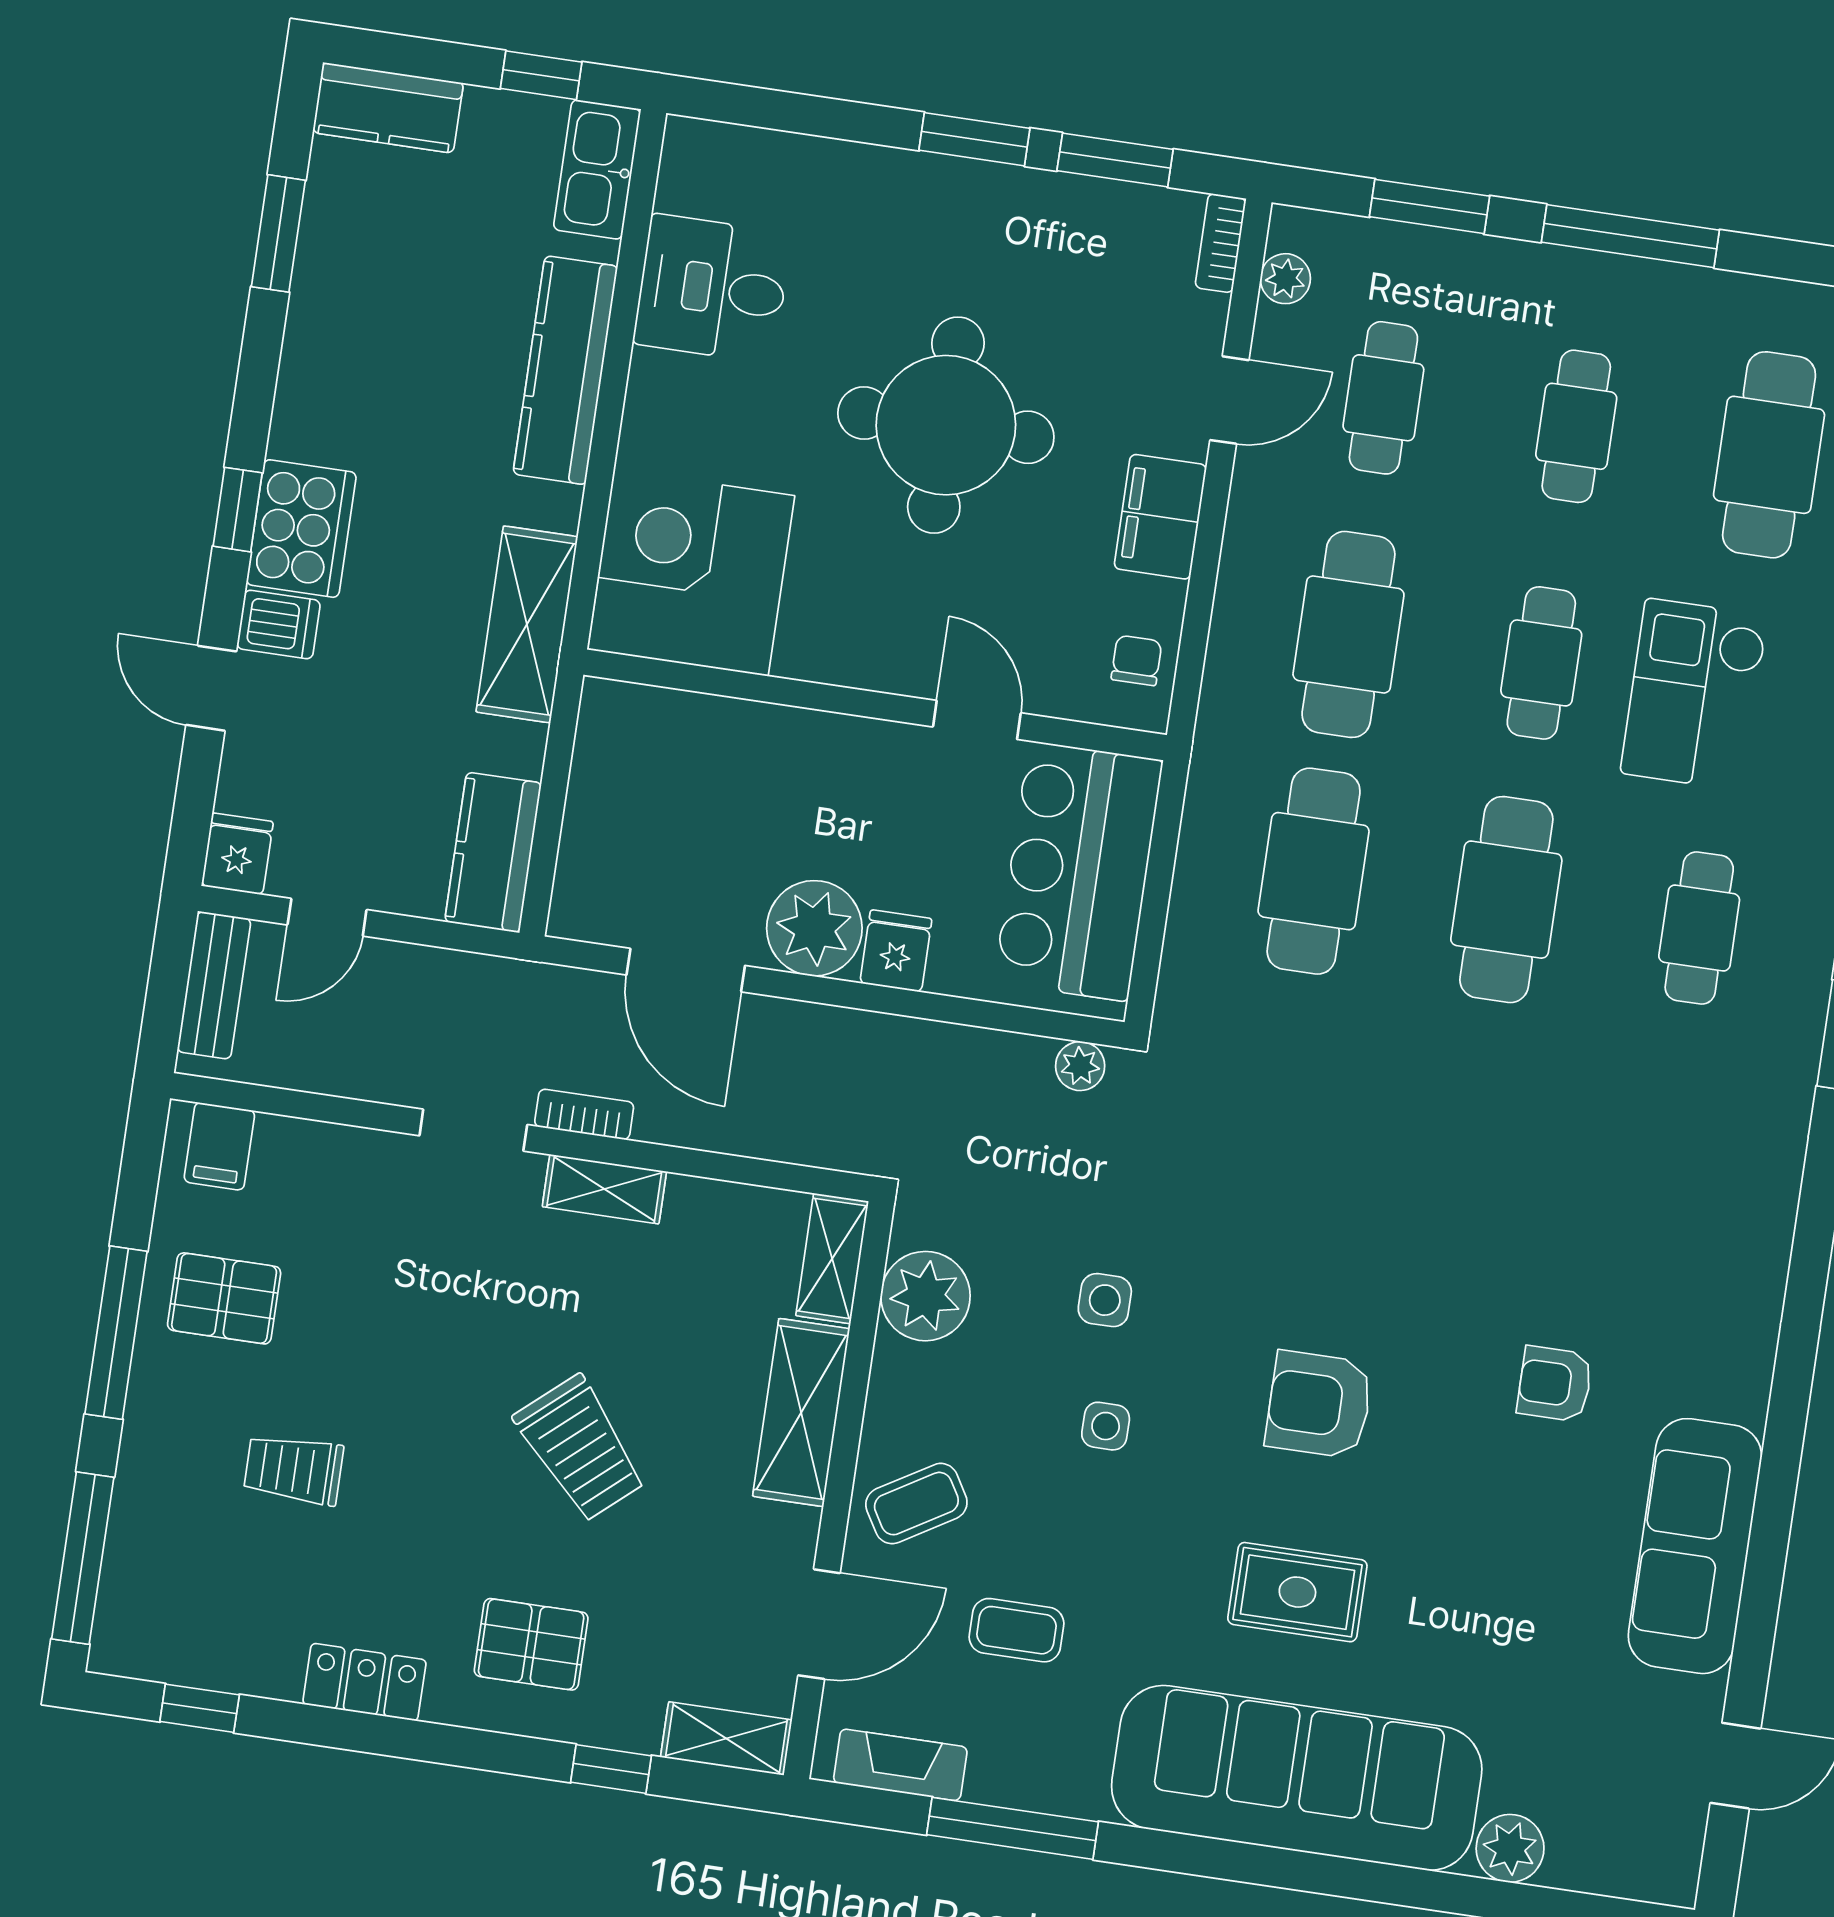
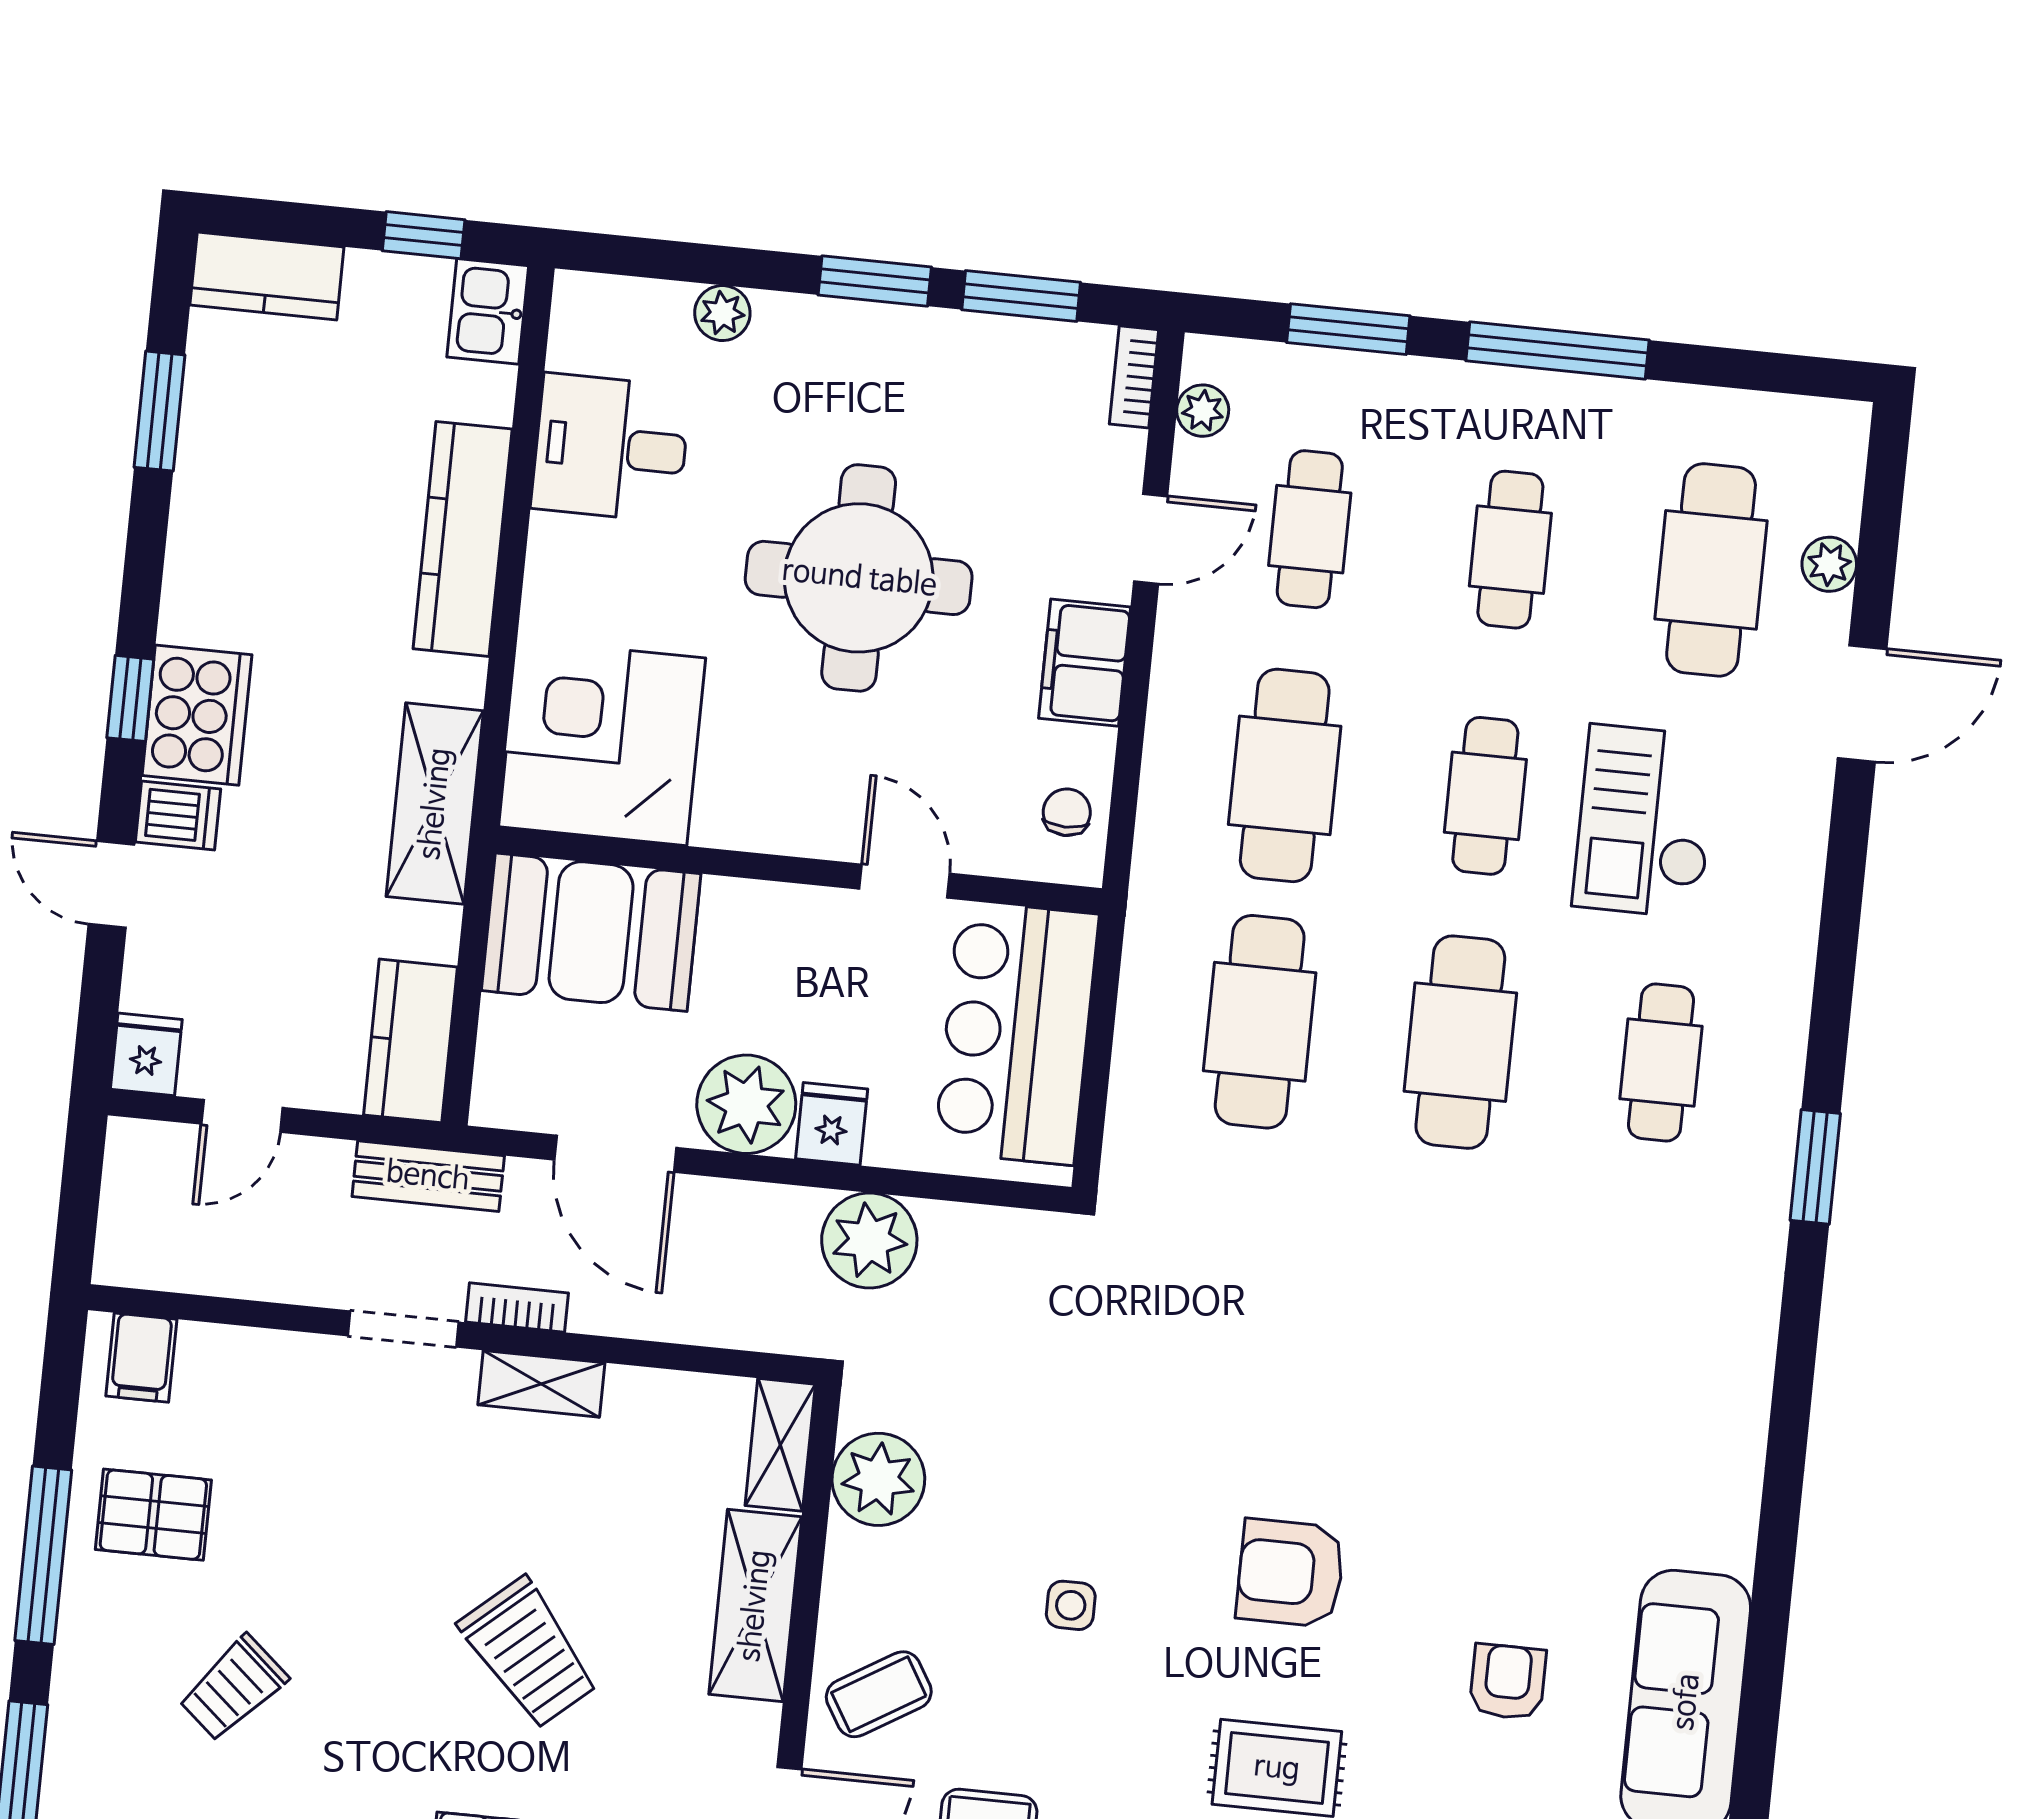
plant: (826, 163) -> (722, 313), added
kitchen sink: (597, 169) -> (488, 311), width x0.73
booth: (672, 755) -> (591, 932), added
bench: (214, 985) -> (428, 1176), moved, turned 90
plant: (1080, 1066) -> (869, 1240), moved, width x1.87, depth x1.87
side table: (1105, 1300) -> (1064, 1475), removed
armchair: (1555, 1384) -> (1508, 1682), moved, turned 90
trolley: (294, 1469) -> (233, 1688), turned -49

